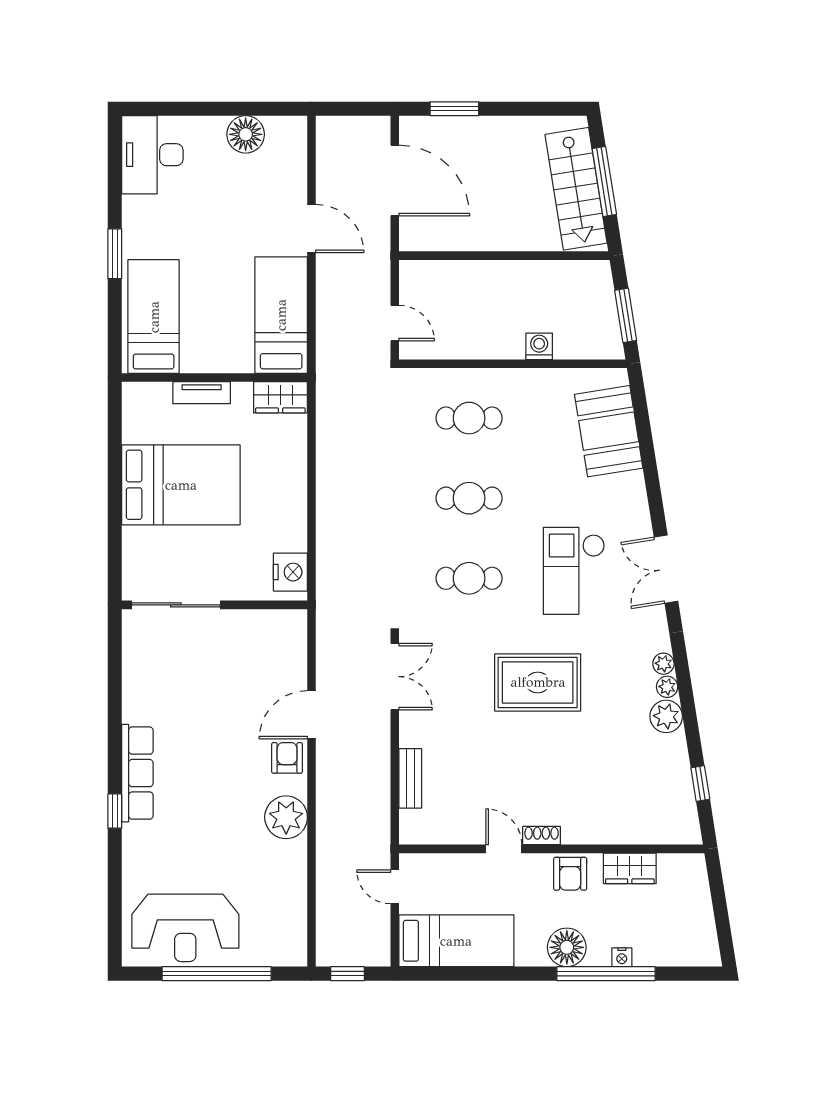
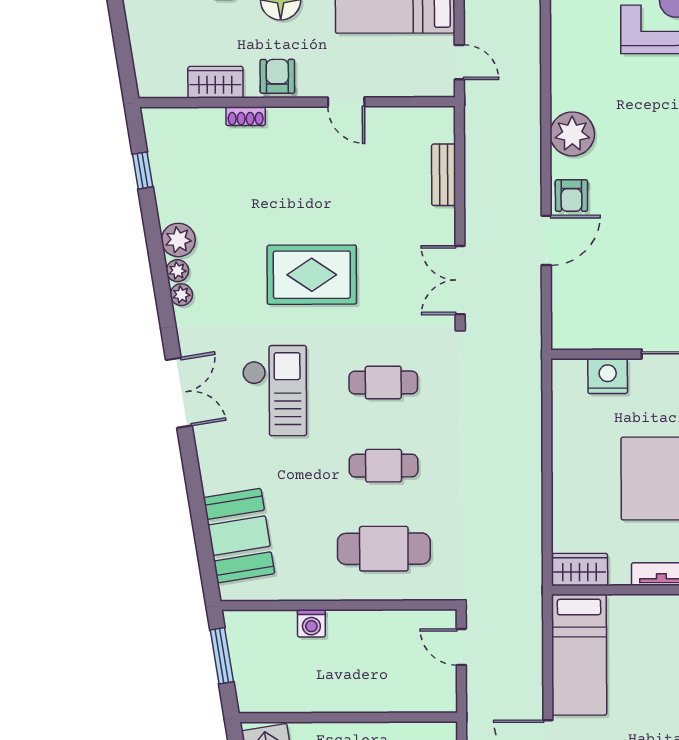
cafe table: (469, 418) -> (384, 549), width x1.37, depth x1.35
nightstand: (290, 572) -> (608, 376), moved, turned 90
shoe rack: (542, 836) -> (246, 116), moved

